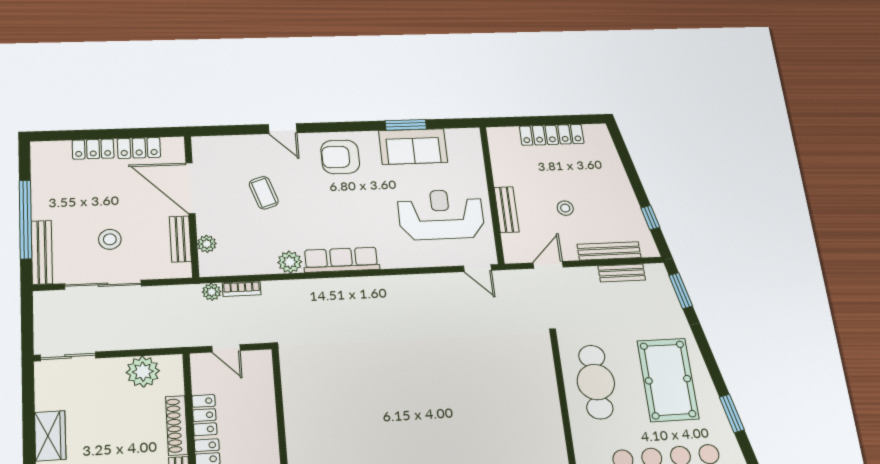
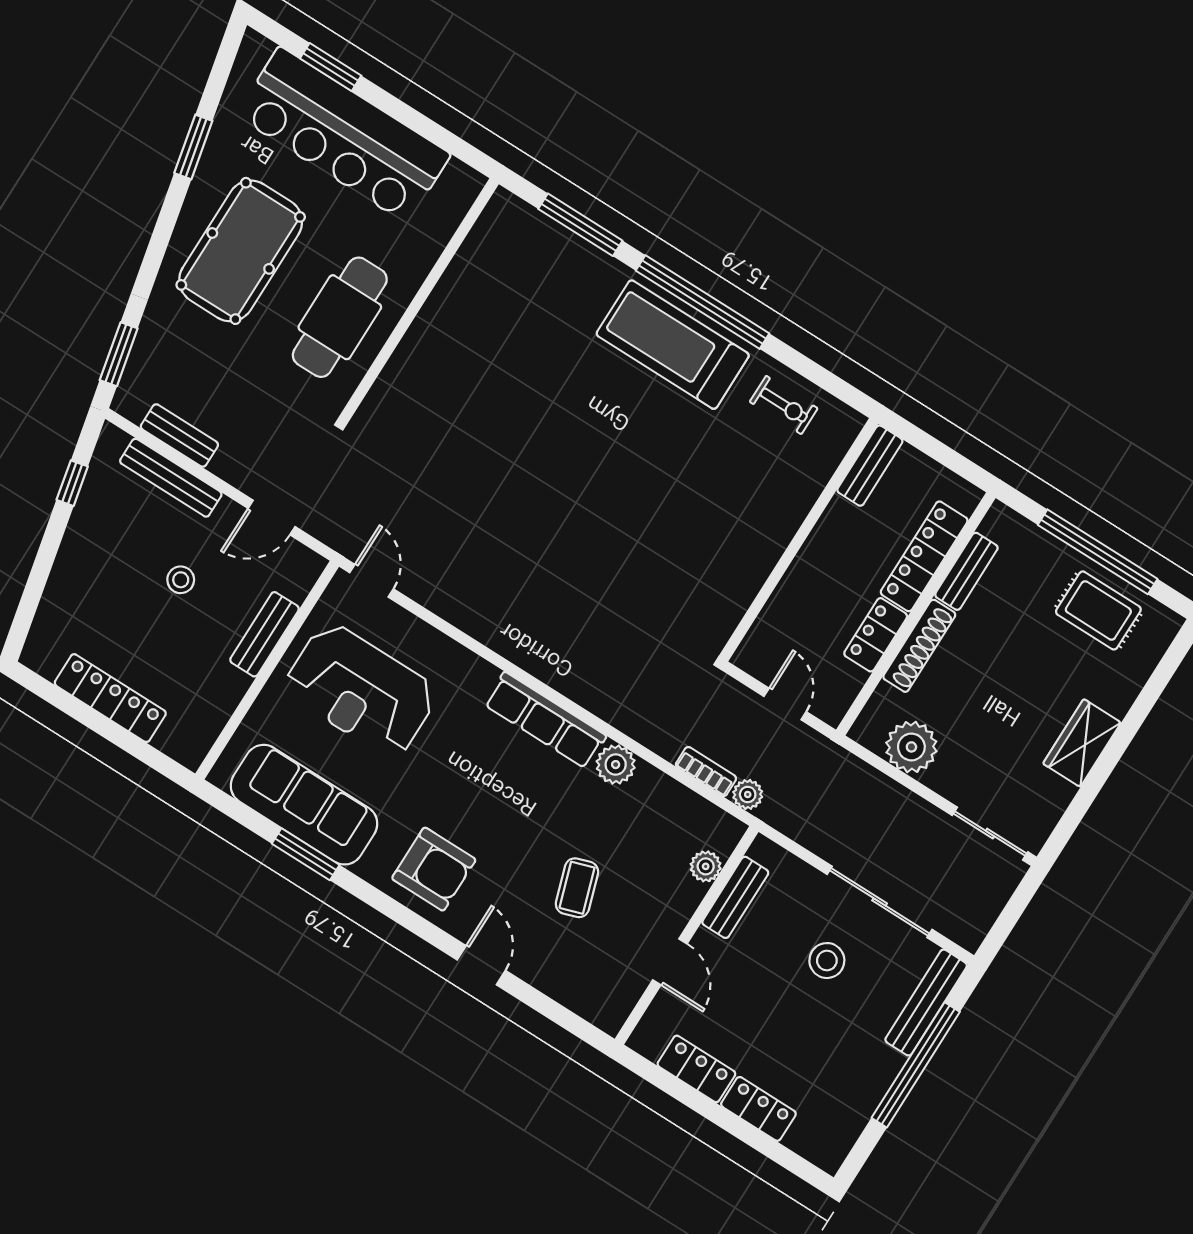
sofa: (413, 146) -> (304, 805), width x1.36
door: (190, 188) -> (670, 962), width x0.53

